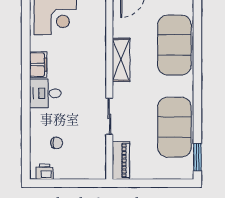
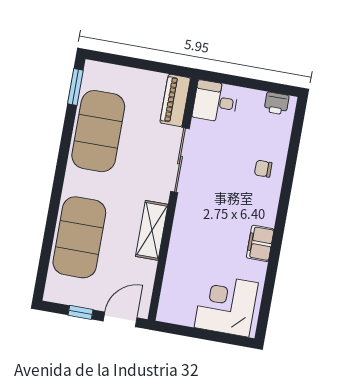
desk: (45, 93) -> (215, 102), moved, turned 180
sliding door: (109, 116) -> (180, 160), width x1.37
chair: (57, 143) -> (263, 169), moved

